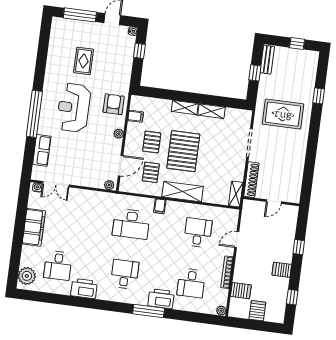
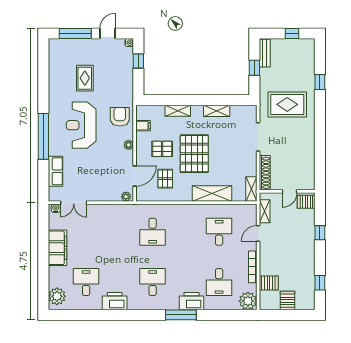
shelving: (185, 108) -> (178, 111), moved
pallet: (152, 142) -> (162, 149), turned 90
shelving: (183, 192) -> (212, 193), moved
filing cabinet: (160, 206) -> (178, 211), removed
shelving: (246, 218) -> (265, 211), added
desk: (131, 224) -> (153, 232), width x0.73
desk: (58, 266) -> (86, 282), turned 180
server rack: (282, 270) -> (306, 202), moved
plant: (221, 311) -> (248, 301), width x1.87, depth x1.87

